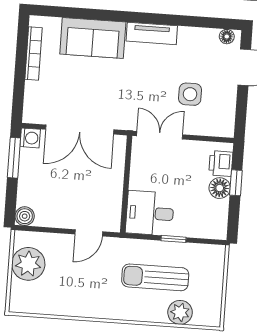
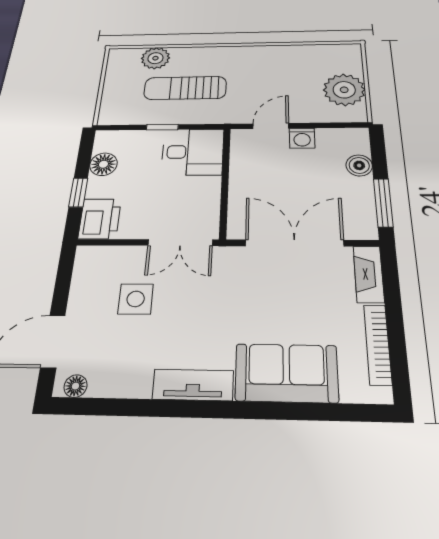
fireplace: (32, 103) -> (369, 274), added
washing machine: (30, 138) -> (302, 138), moved, turned -90
printer: (221, 164) -> (100, 219), width x1.36, depth x1.24
floor lamp: (220, 188) -> (103, 164), moved
boiler: (25, 216) -> (359, 165), moved
sun lounger: (155, 277) -> (185, 88), turned 180

